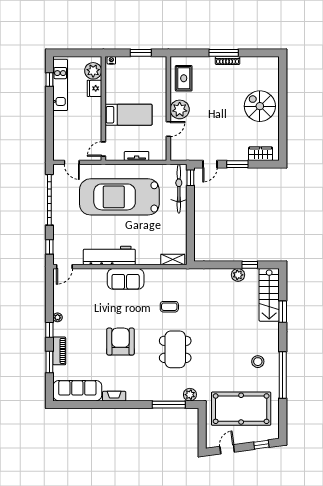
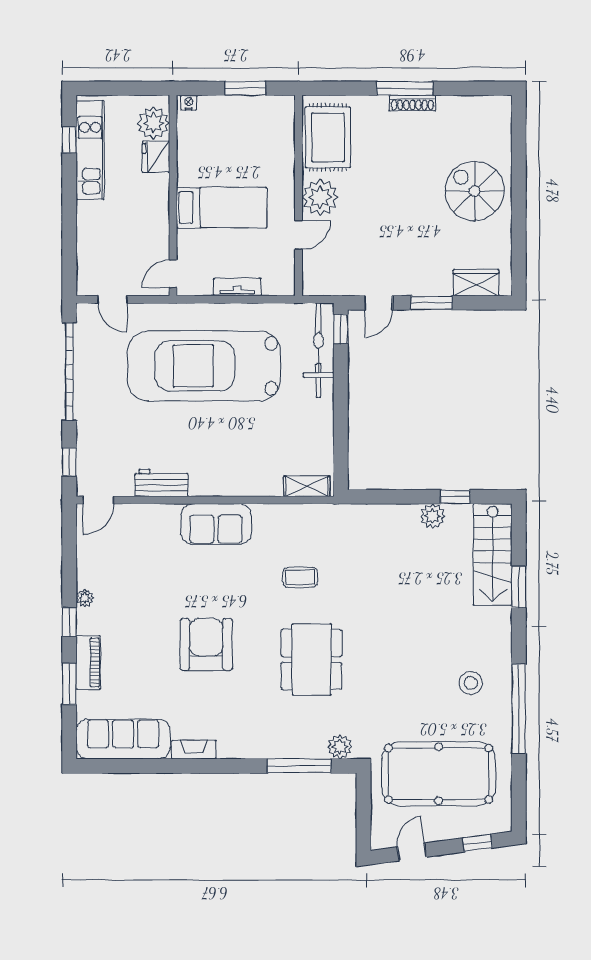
rug: (184, 78) -> (328, 137), width x1.36, depth x1.43
workbench: (109, 255) -> (161, 483), width x0.53, depth x0.76

